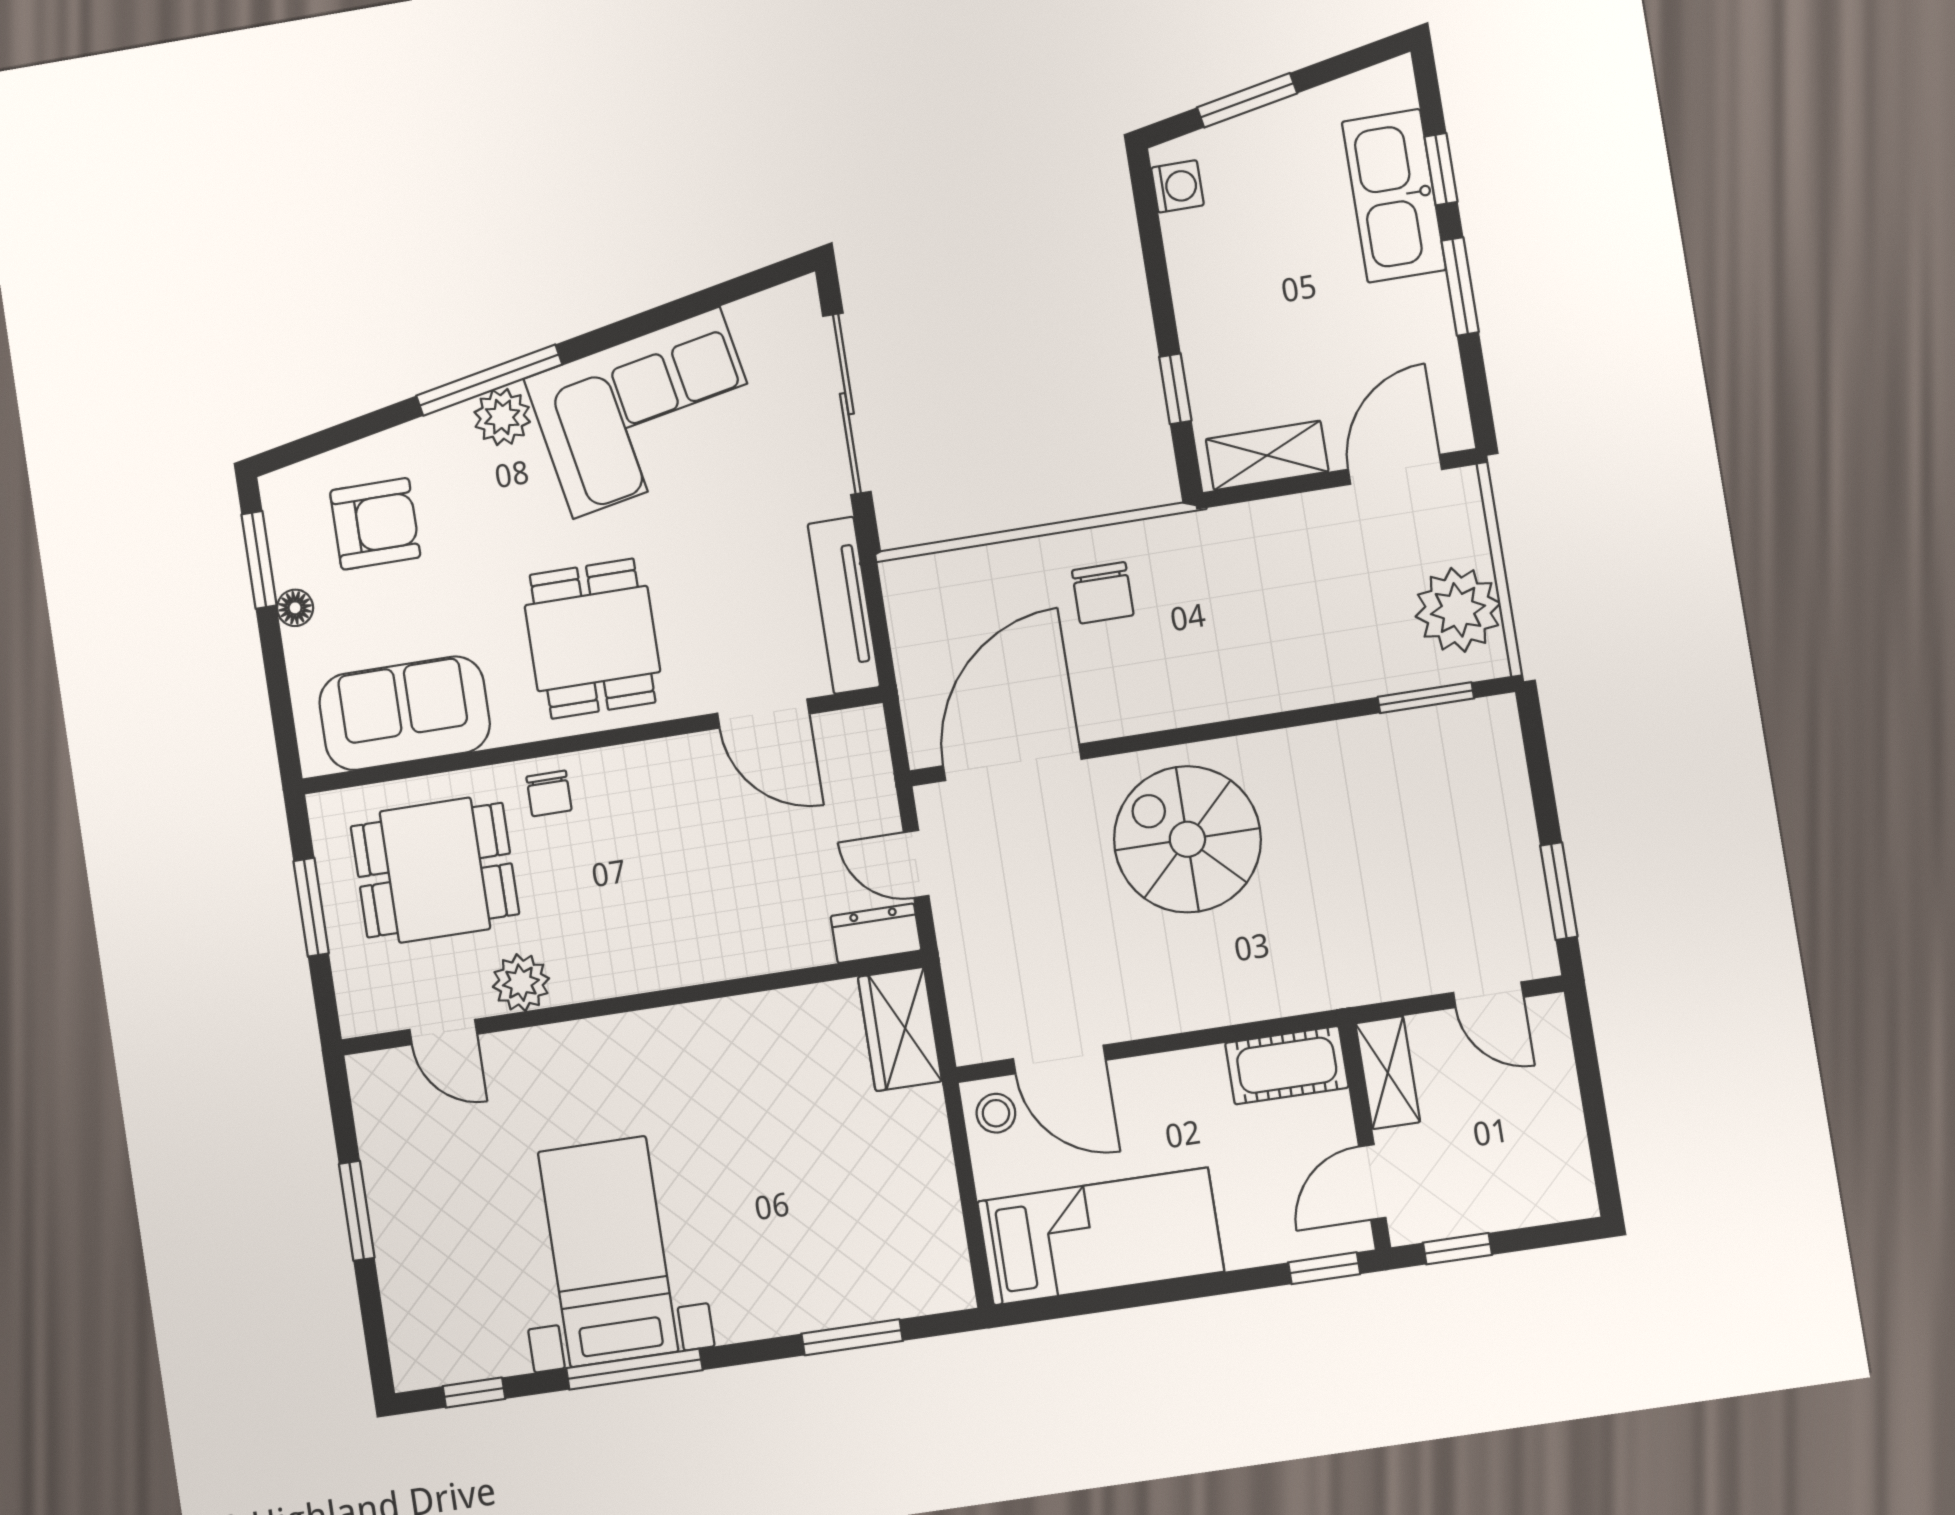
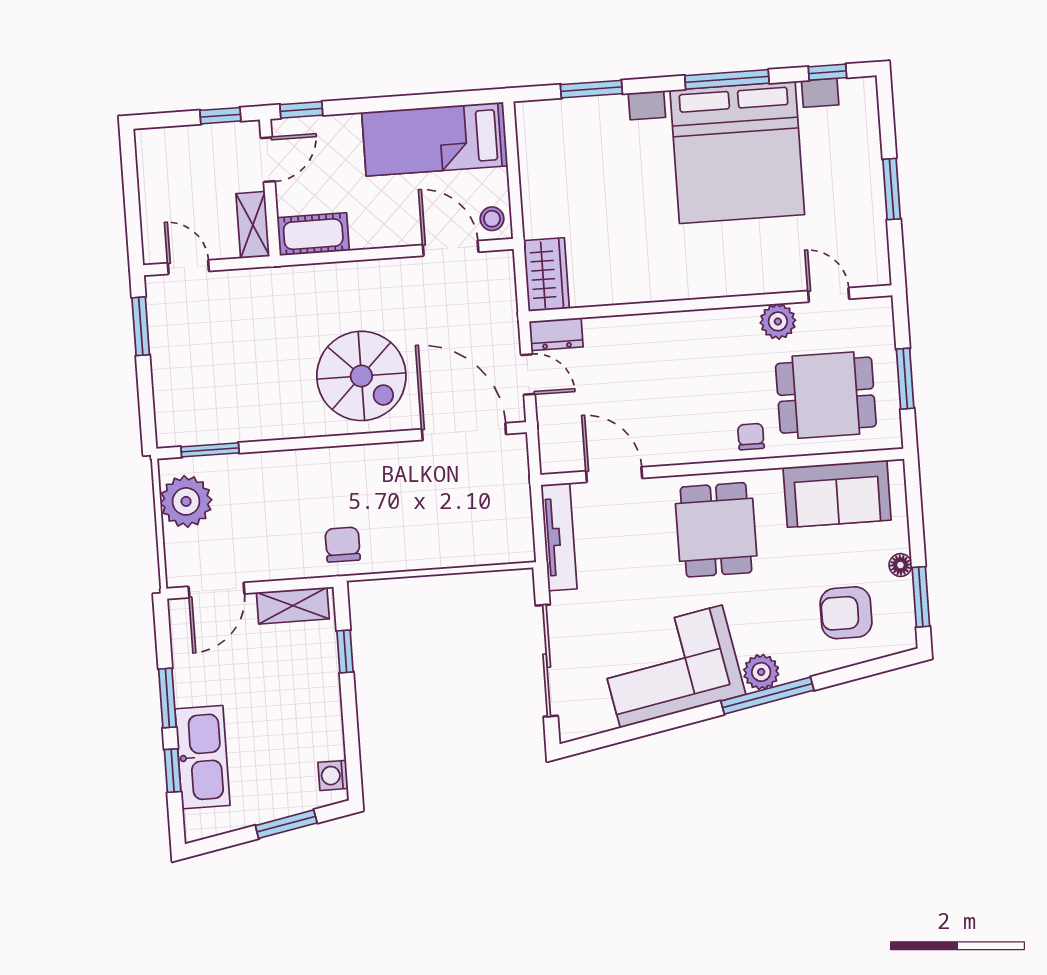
chair: (1103, 593) -> (343, 545), moved
door: (1012, 762) -> (464, 432), swing flipped
bed with nightstands: (608, 1252) -> (737, 152), width x1.85

